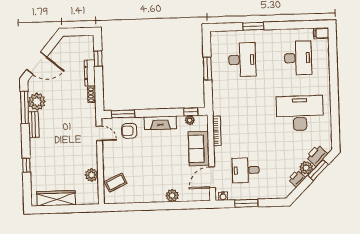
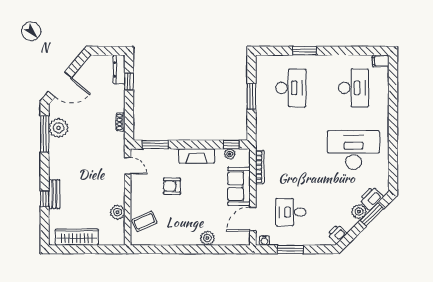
dresser: (90, 73) -> (119, 69), moved
bench: (34, 124) -> (54, 194), moved
armchair: (129, 131) -> (172, 186), moved
printer: (297, 178) -> (337, 234), moved

